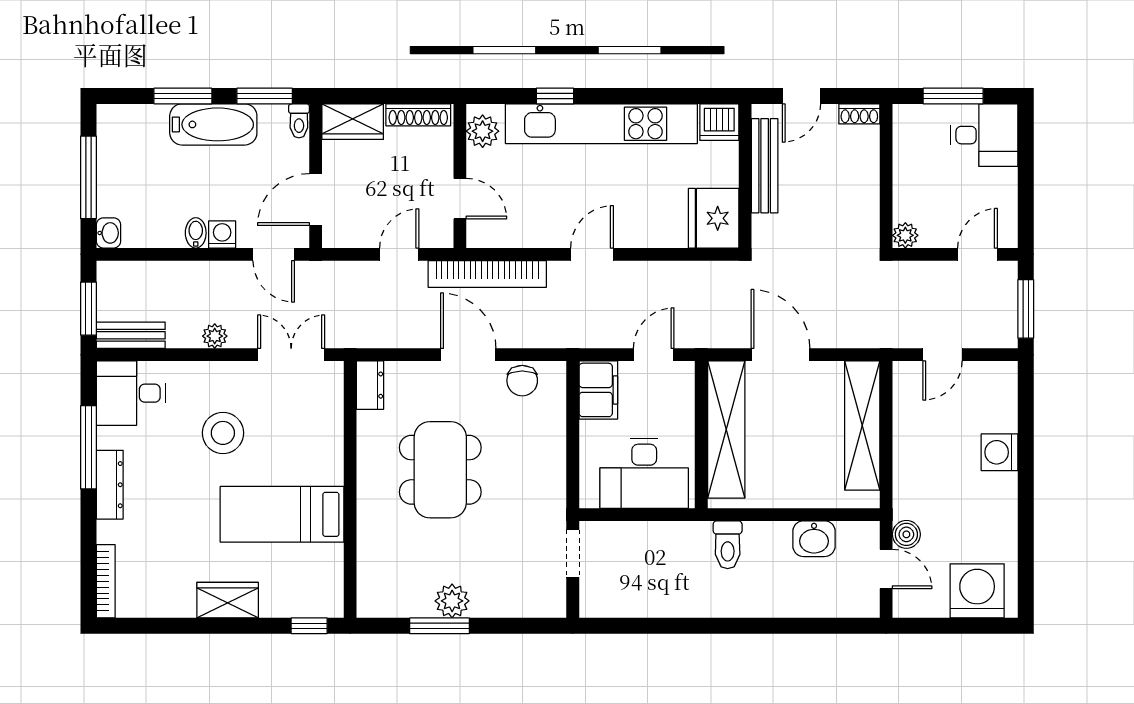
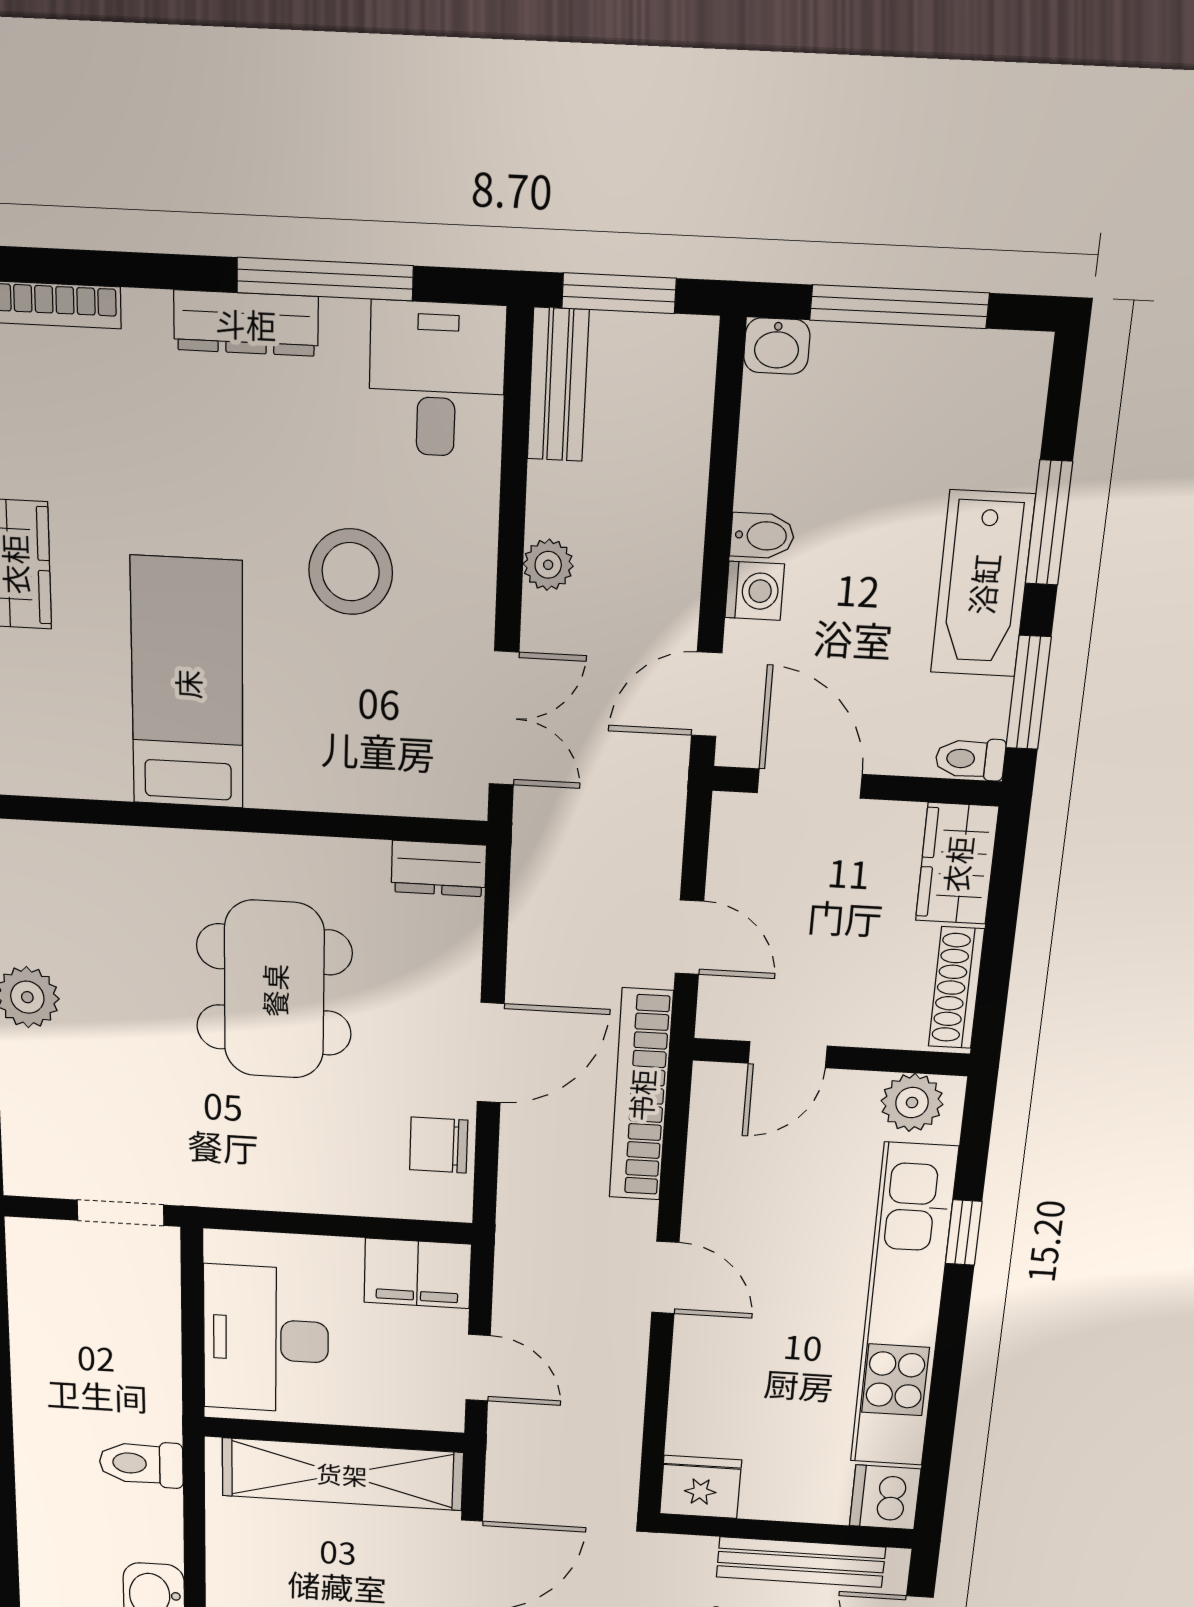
fridge: (714, 218) -> (701, 1487), width x0.73, depth x0.75
dining table: (440, 470) -> (274, 990), turned 90

